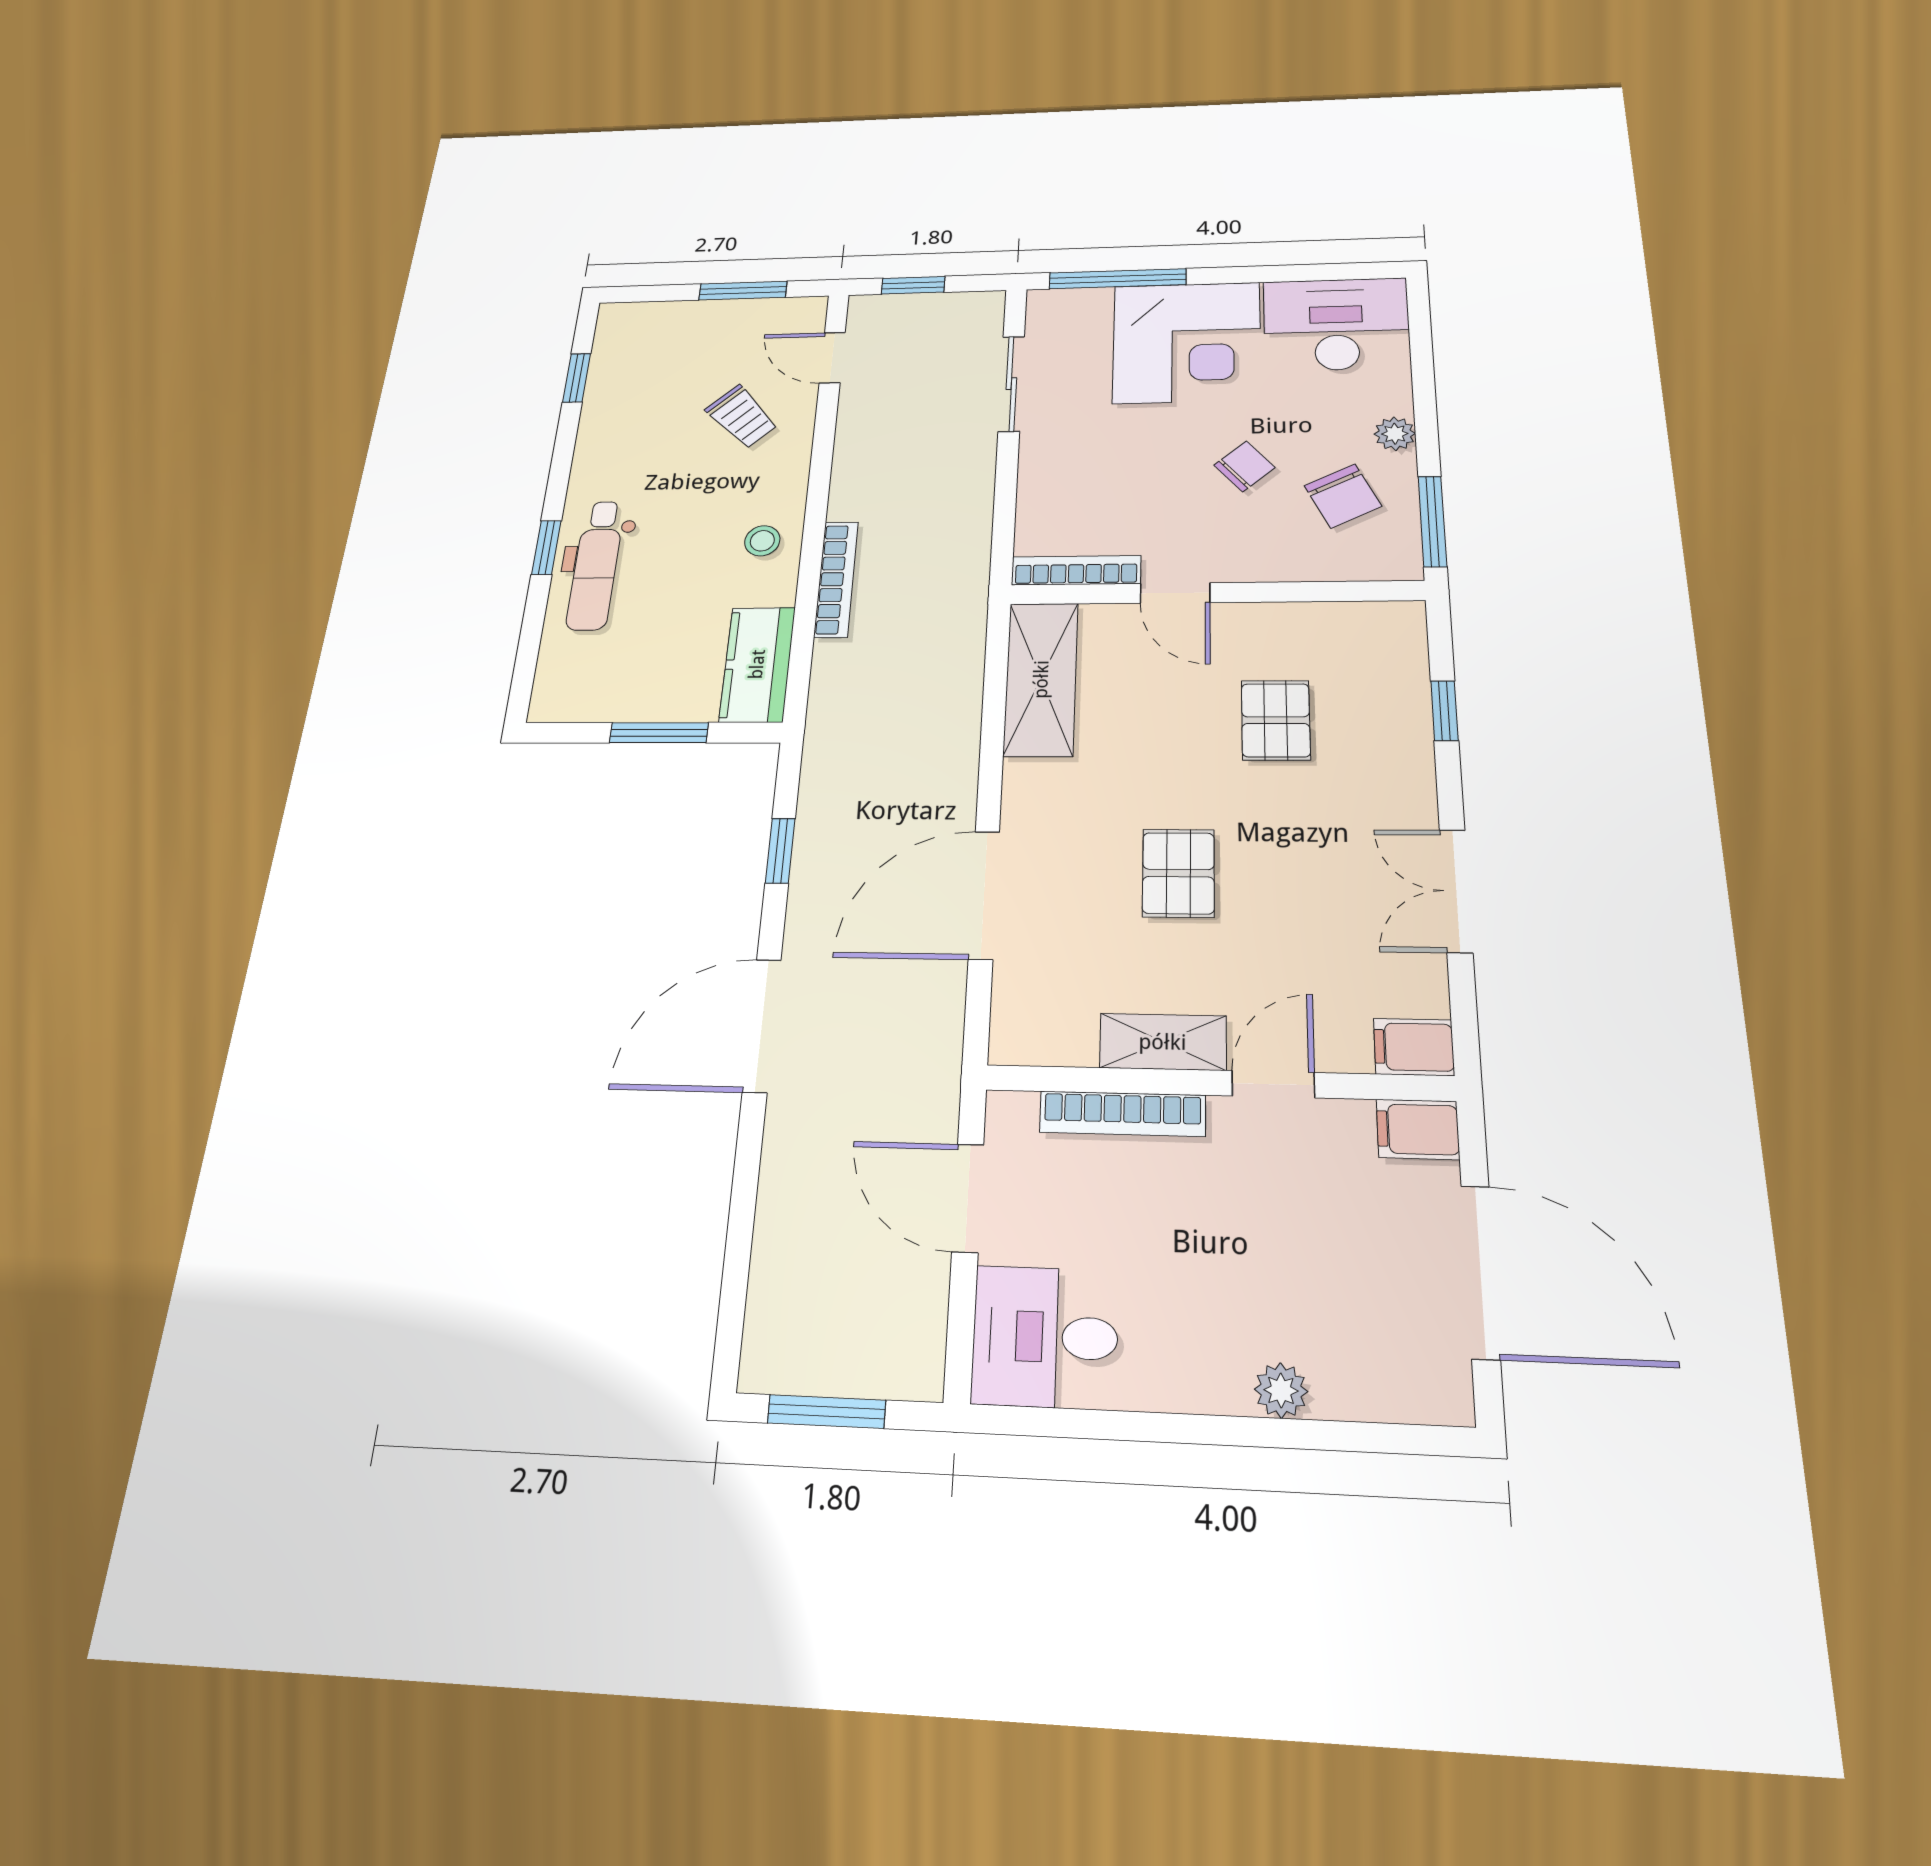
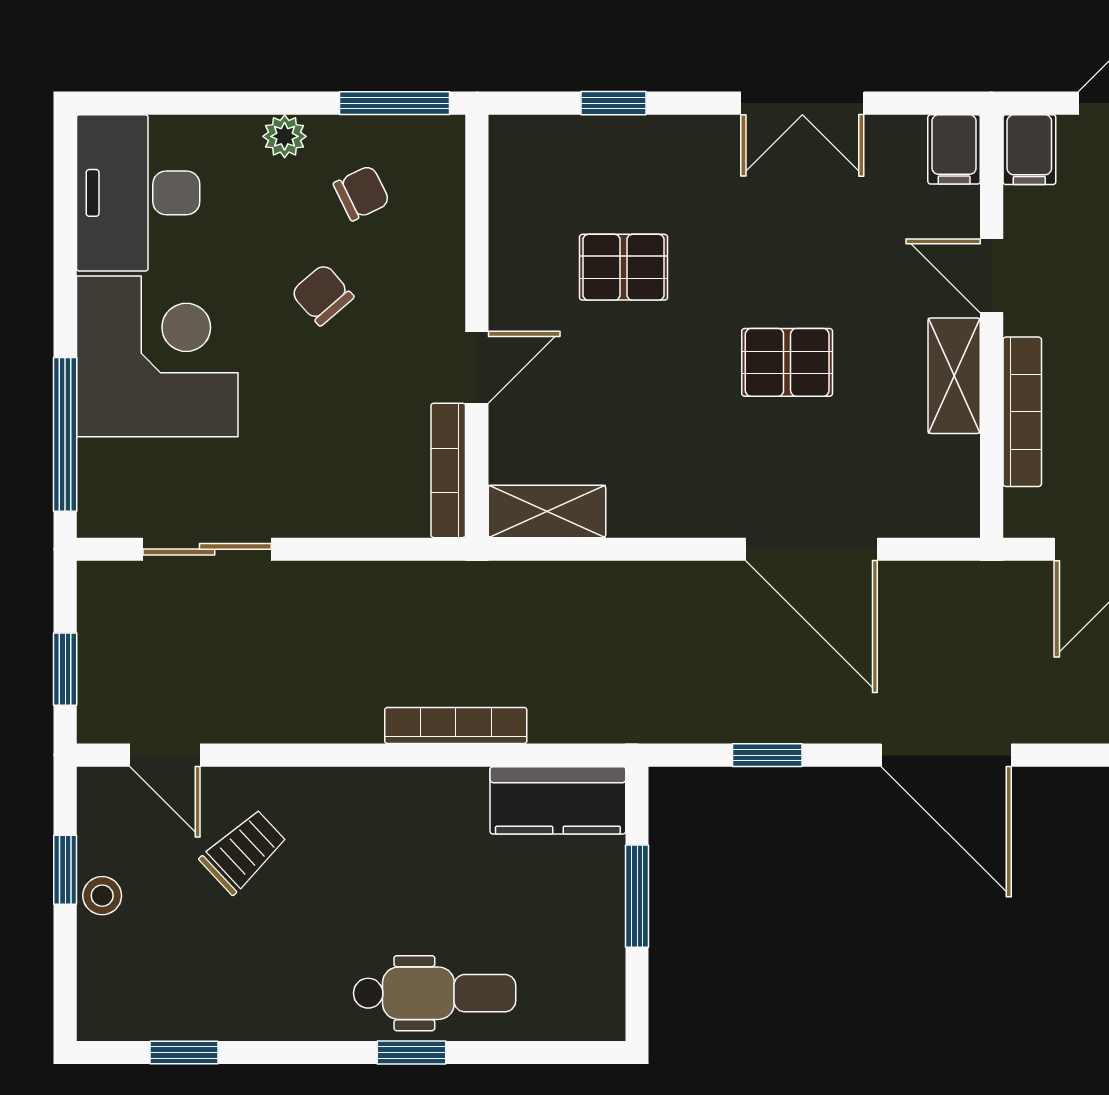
window: (743, 291) -> (65, 870), width x0.67
door: (832, 358) -> (165, 755), hinge flipped
chair: (1343, 496) -> (362, 193), width x0.73, depth x0.73
stool: (762, 541) -> (102, 896), moved
shelving: (1041, 679) -> (547, 511), width x0.67, depth x0.75

